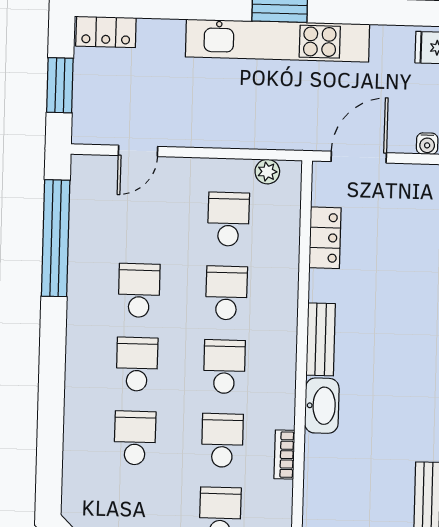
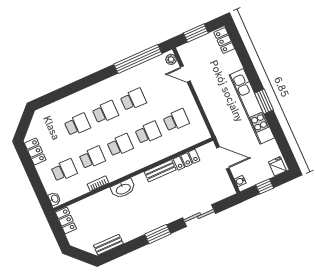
plant: (267, 172) -> (171, 59), moved
bench: (321, 339) -> (160, 171), moved

